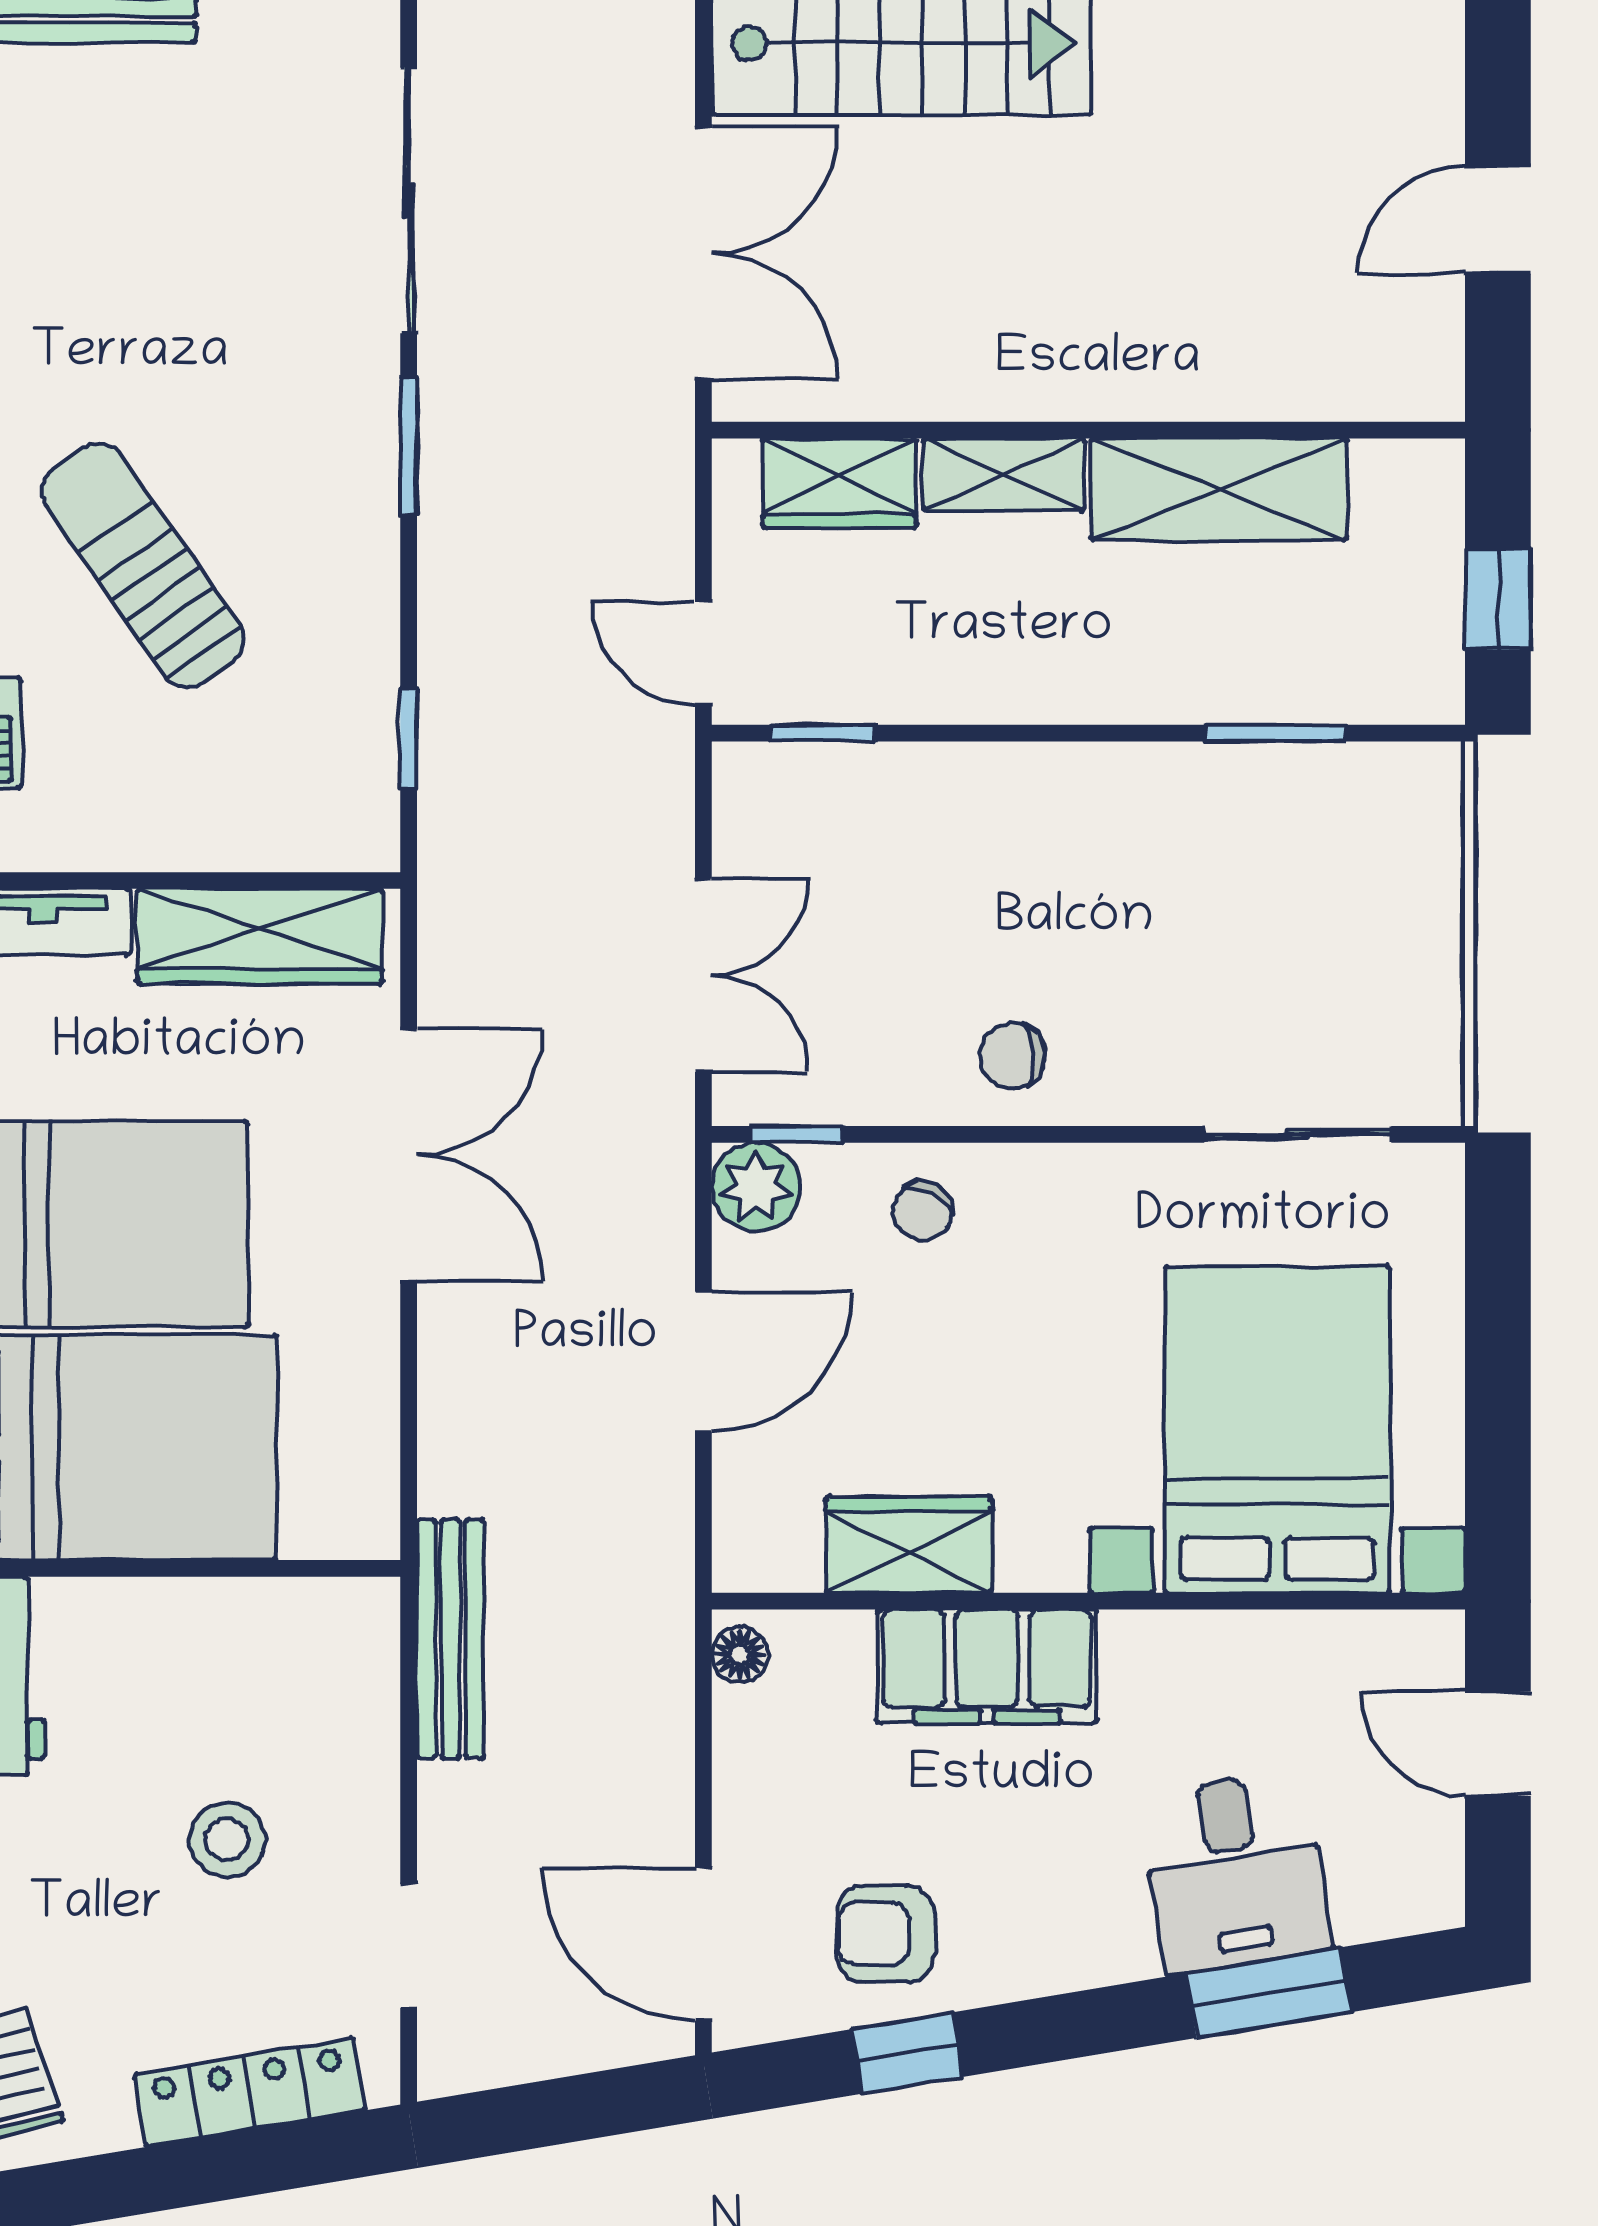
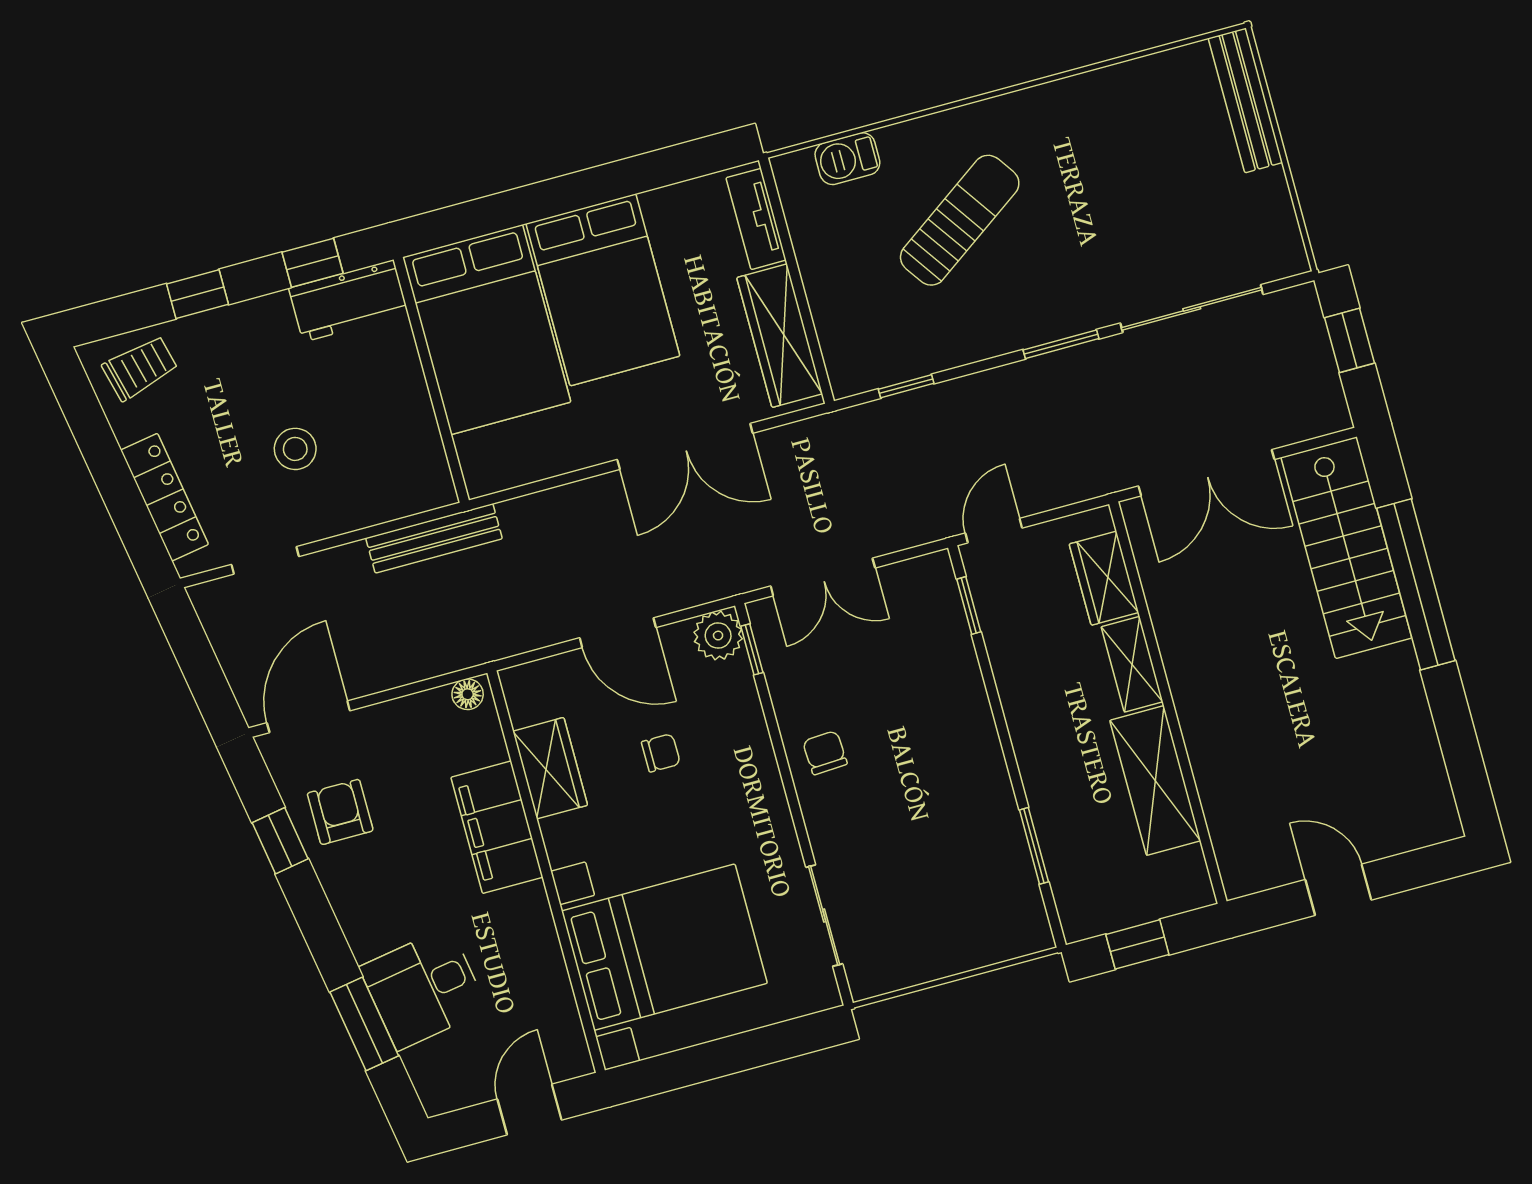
chair: (923, 1211) -> (661, 753), moved, turned 152

